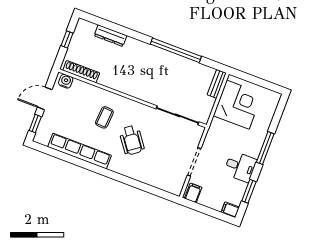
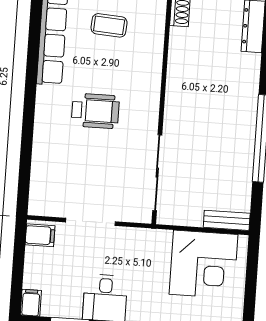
coffee table: (104, 117) -> (109, 25), moved
wheelchair: (132, 140) -> (95, 111), turned -144

